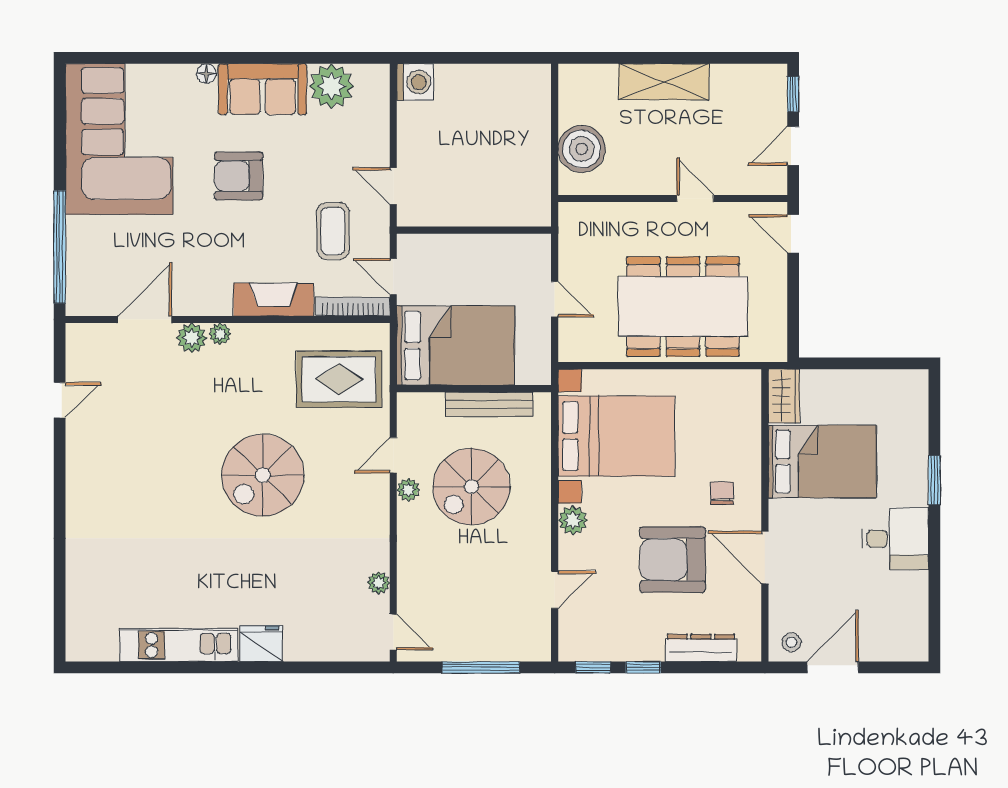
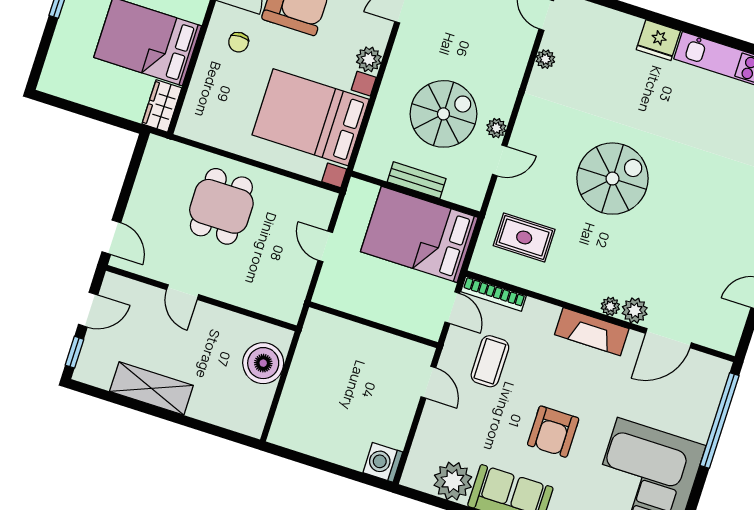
shelving: (664, 82) -> (151, 388), moved
armchair: (239, 176) -> (553, 432), turned 90
fireplace: (274, 300) -> (592, 332), moved
dining table: (683, 307) -> (221, 206), width x0.53, depth x0.80
rug: (339, 379) -> (524, 237), width x0.73, depth x0.70
bench: (489, 404) -> (417, 180), width x0.73

